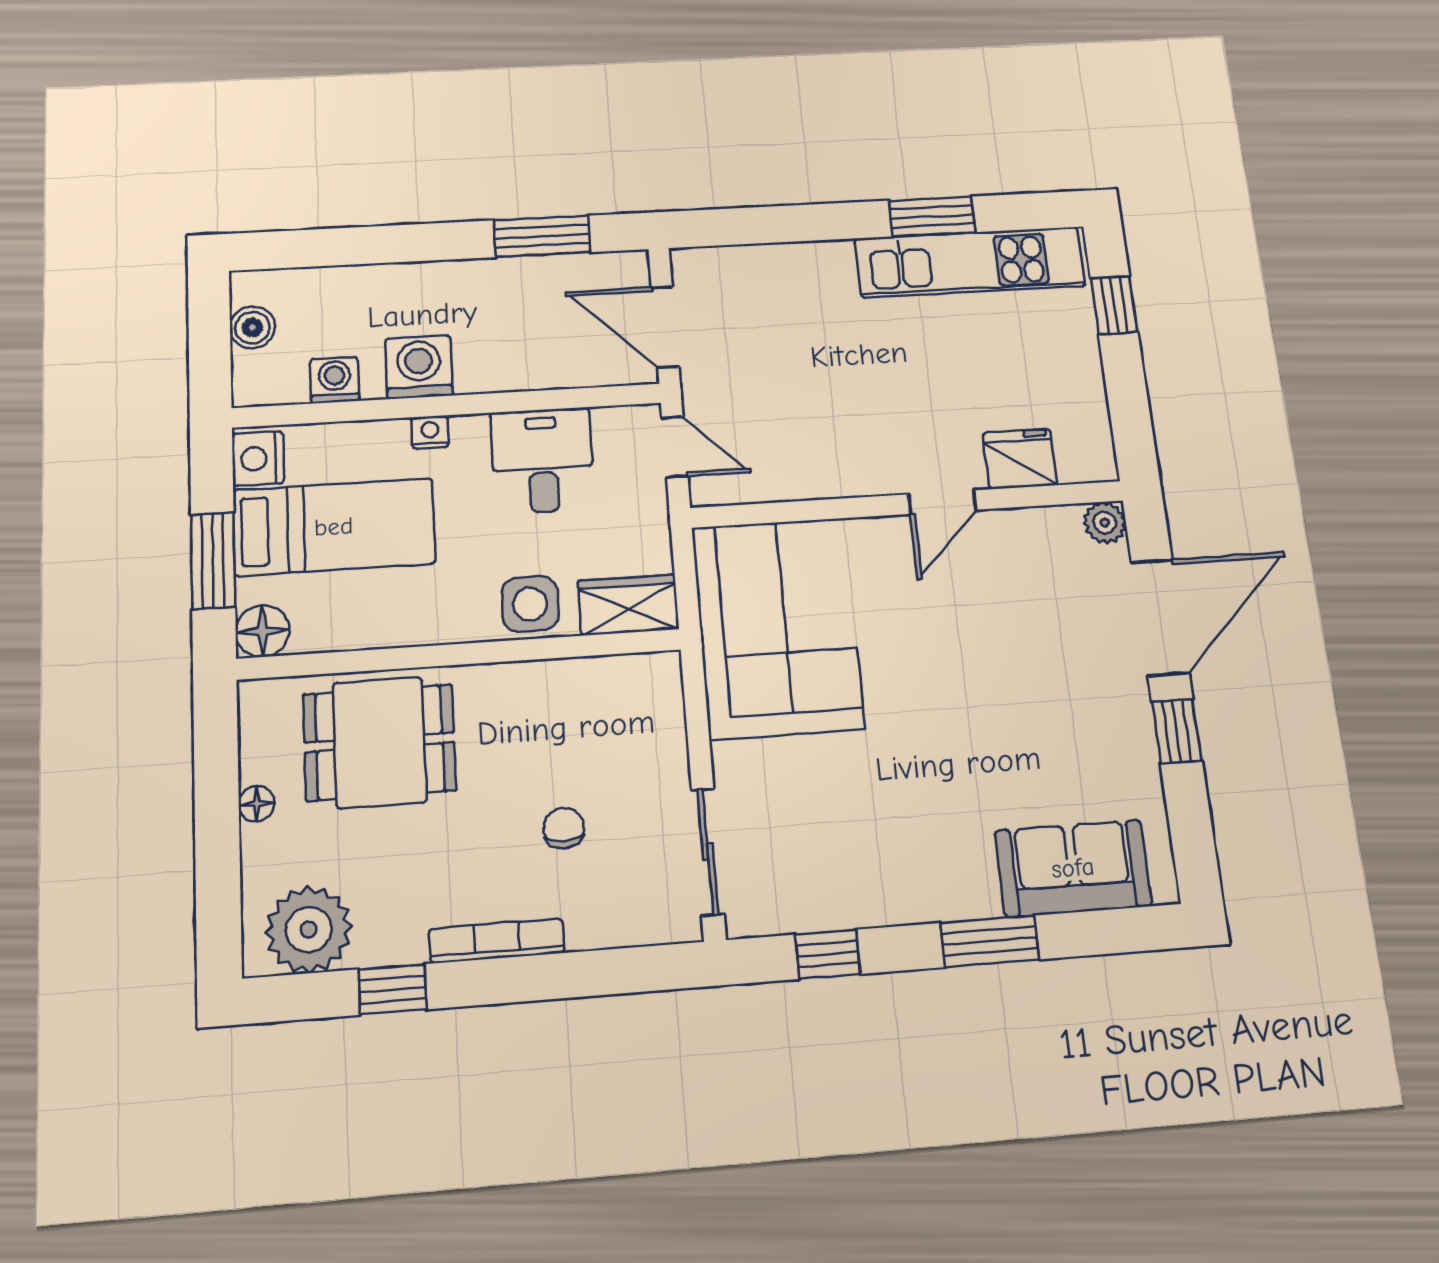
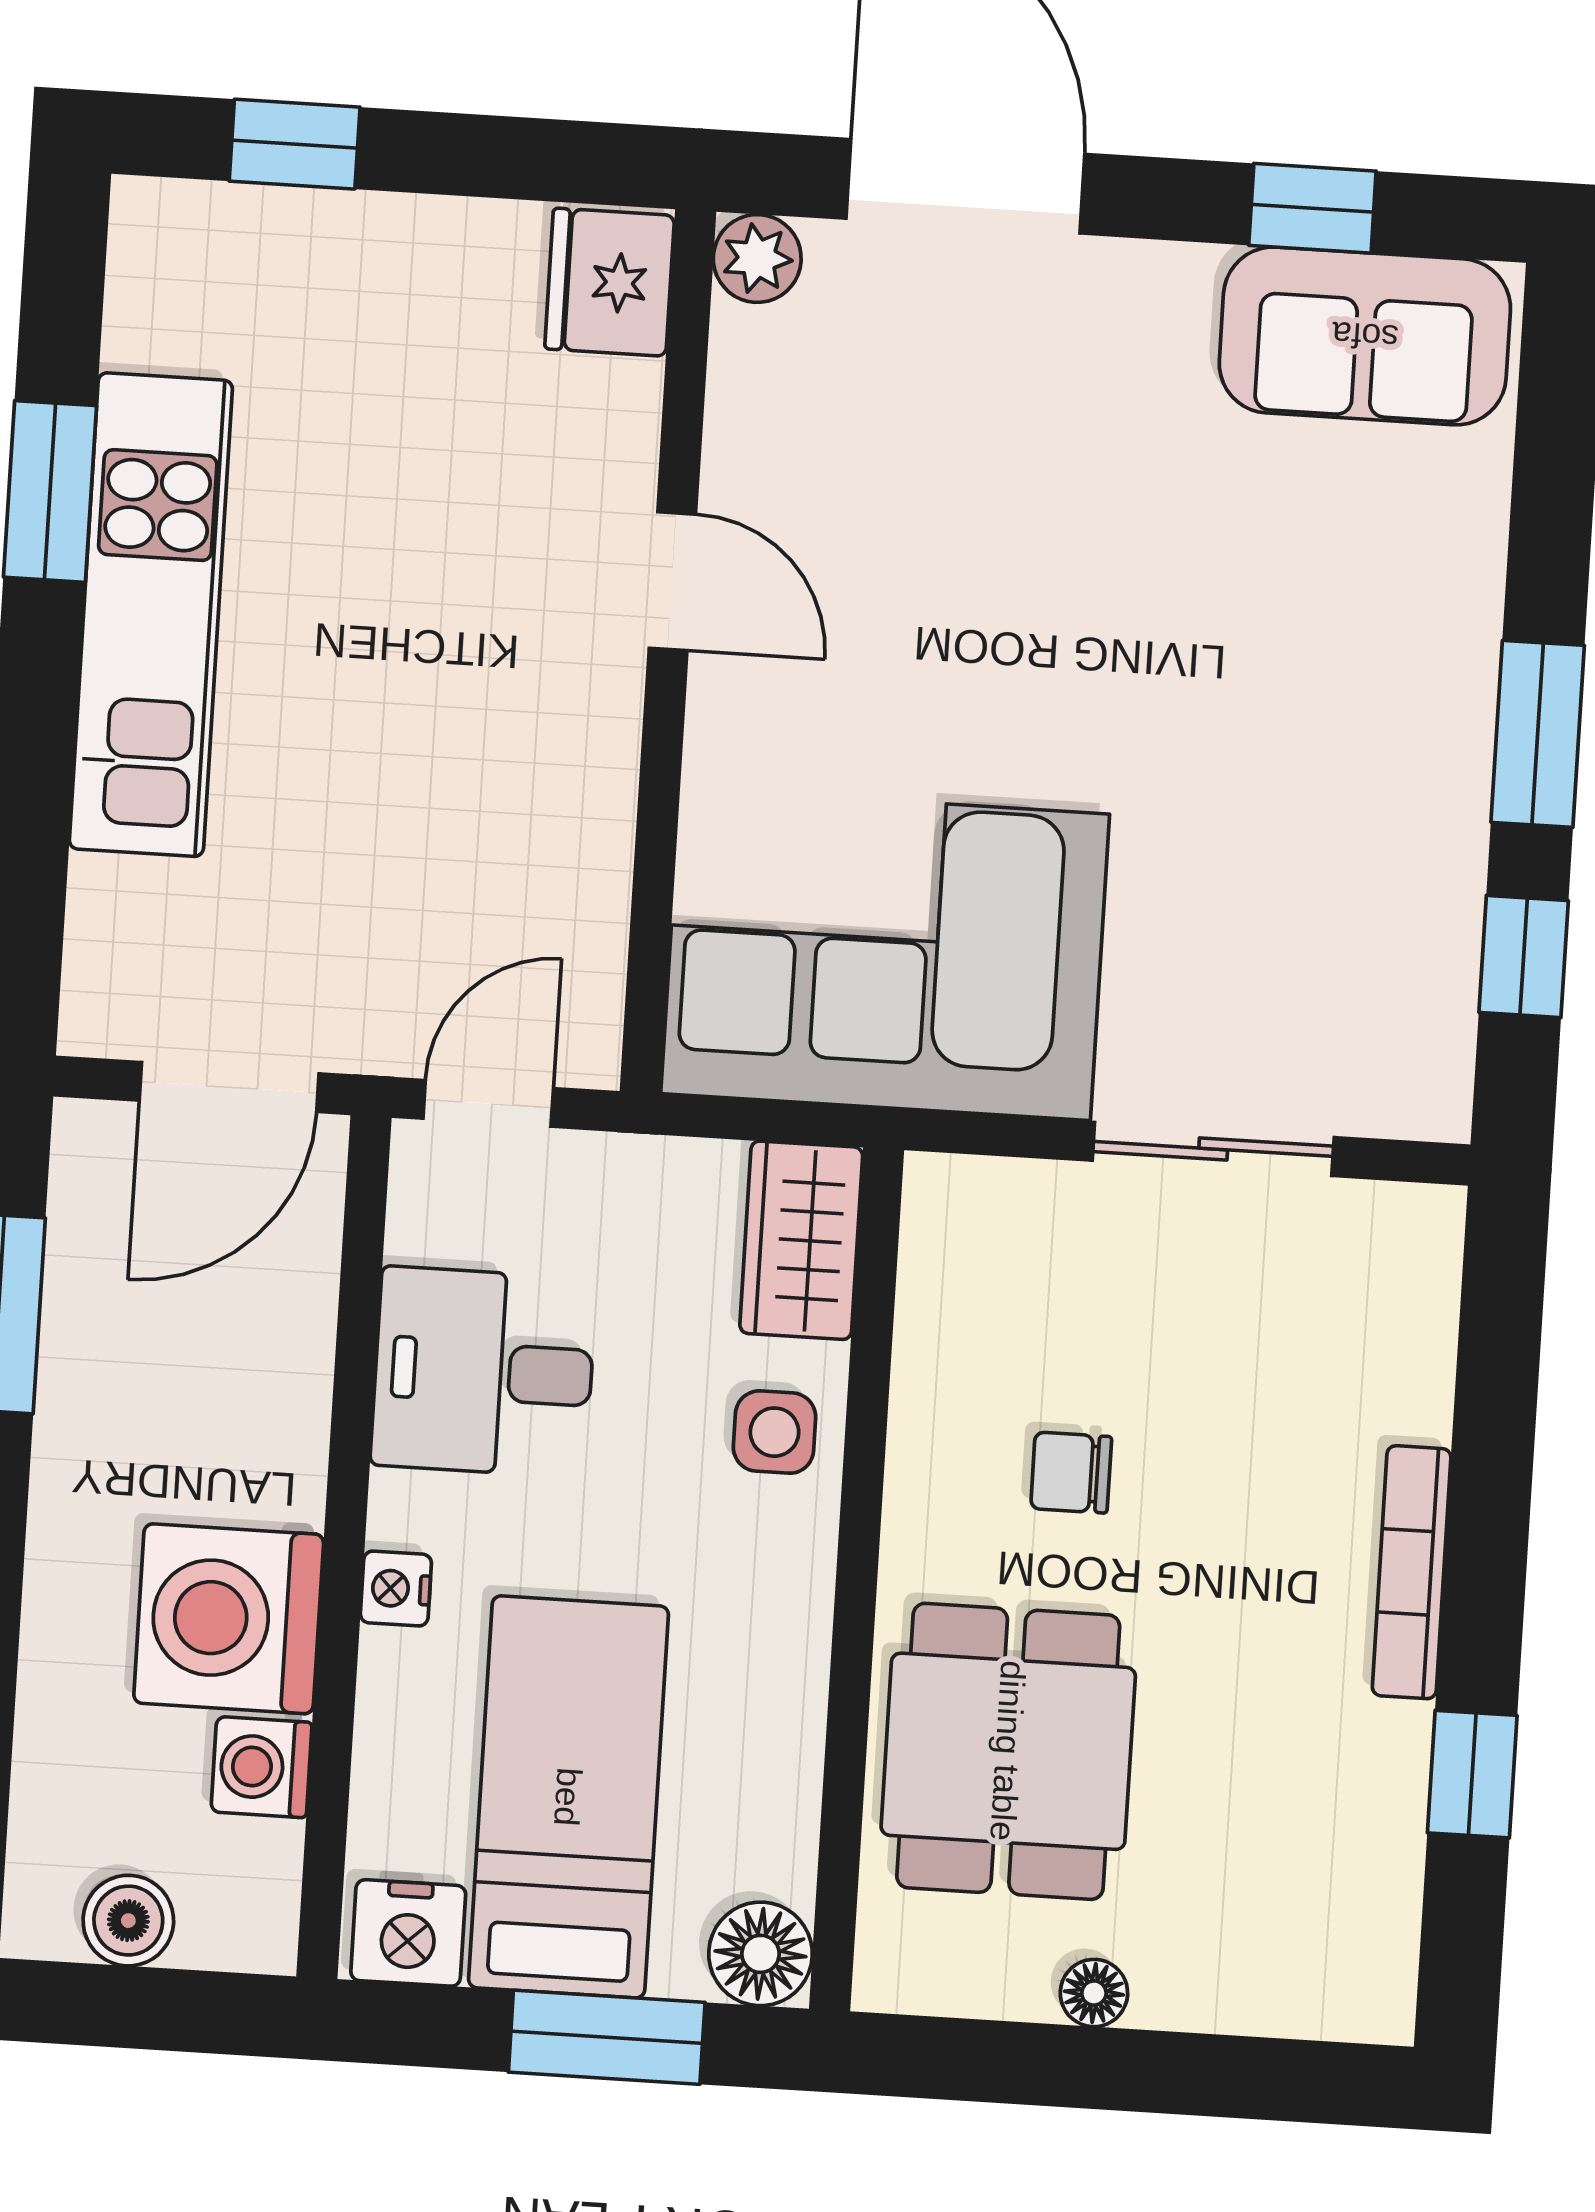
kitchen unit: (970, 262) -> (151, 615), moved
washing machine: (419, 367) -> (229, 1619), width x1.37, depth x1.37
fridge: (1020, 459) -> (610, 282), moved
side table: (530, 604) -> (774, 1432), width x0.73, depth x0.73
window: (1177, 732) -> (1312, 208), moved
chair: (564, 828) -> (1071, 1473), moved
sliding door: (708, 852) -> (1213, 1149), moved
sofa: (1073, 868) -> (1365, 336), moved, turned -90
plant: (309, 930) -> (1342, 1917), removed
window: (990, 941) -> (1538, 734), moved

